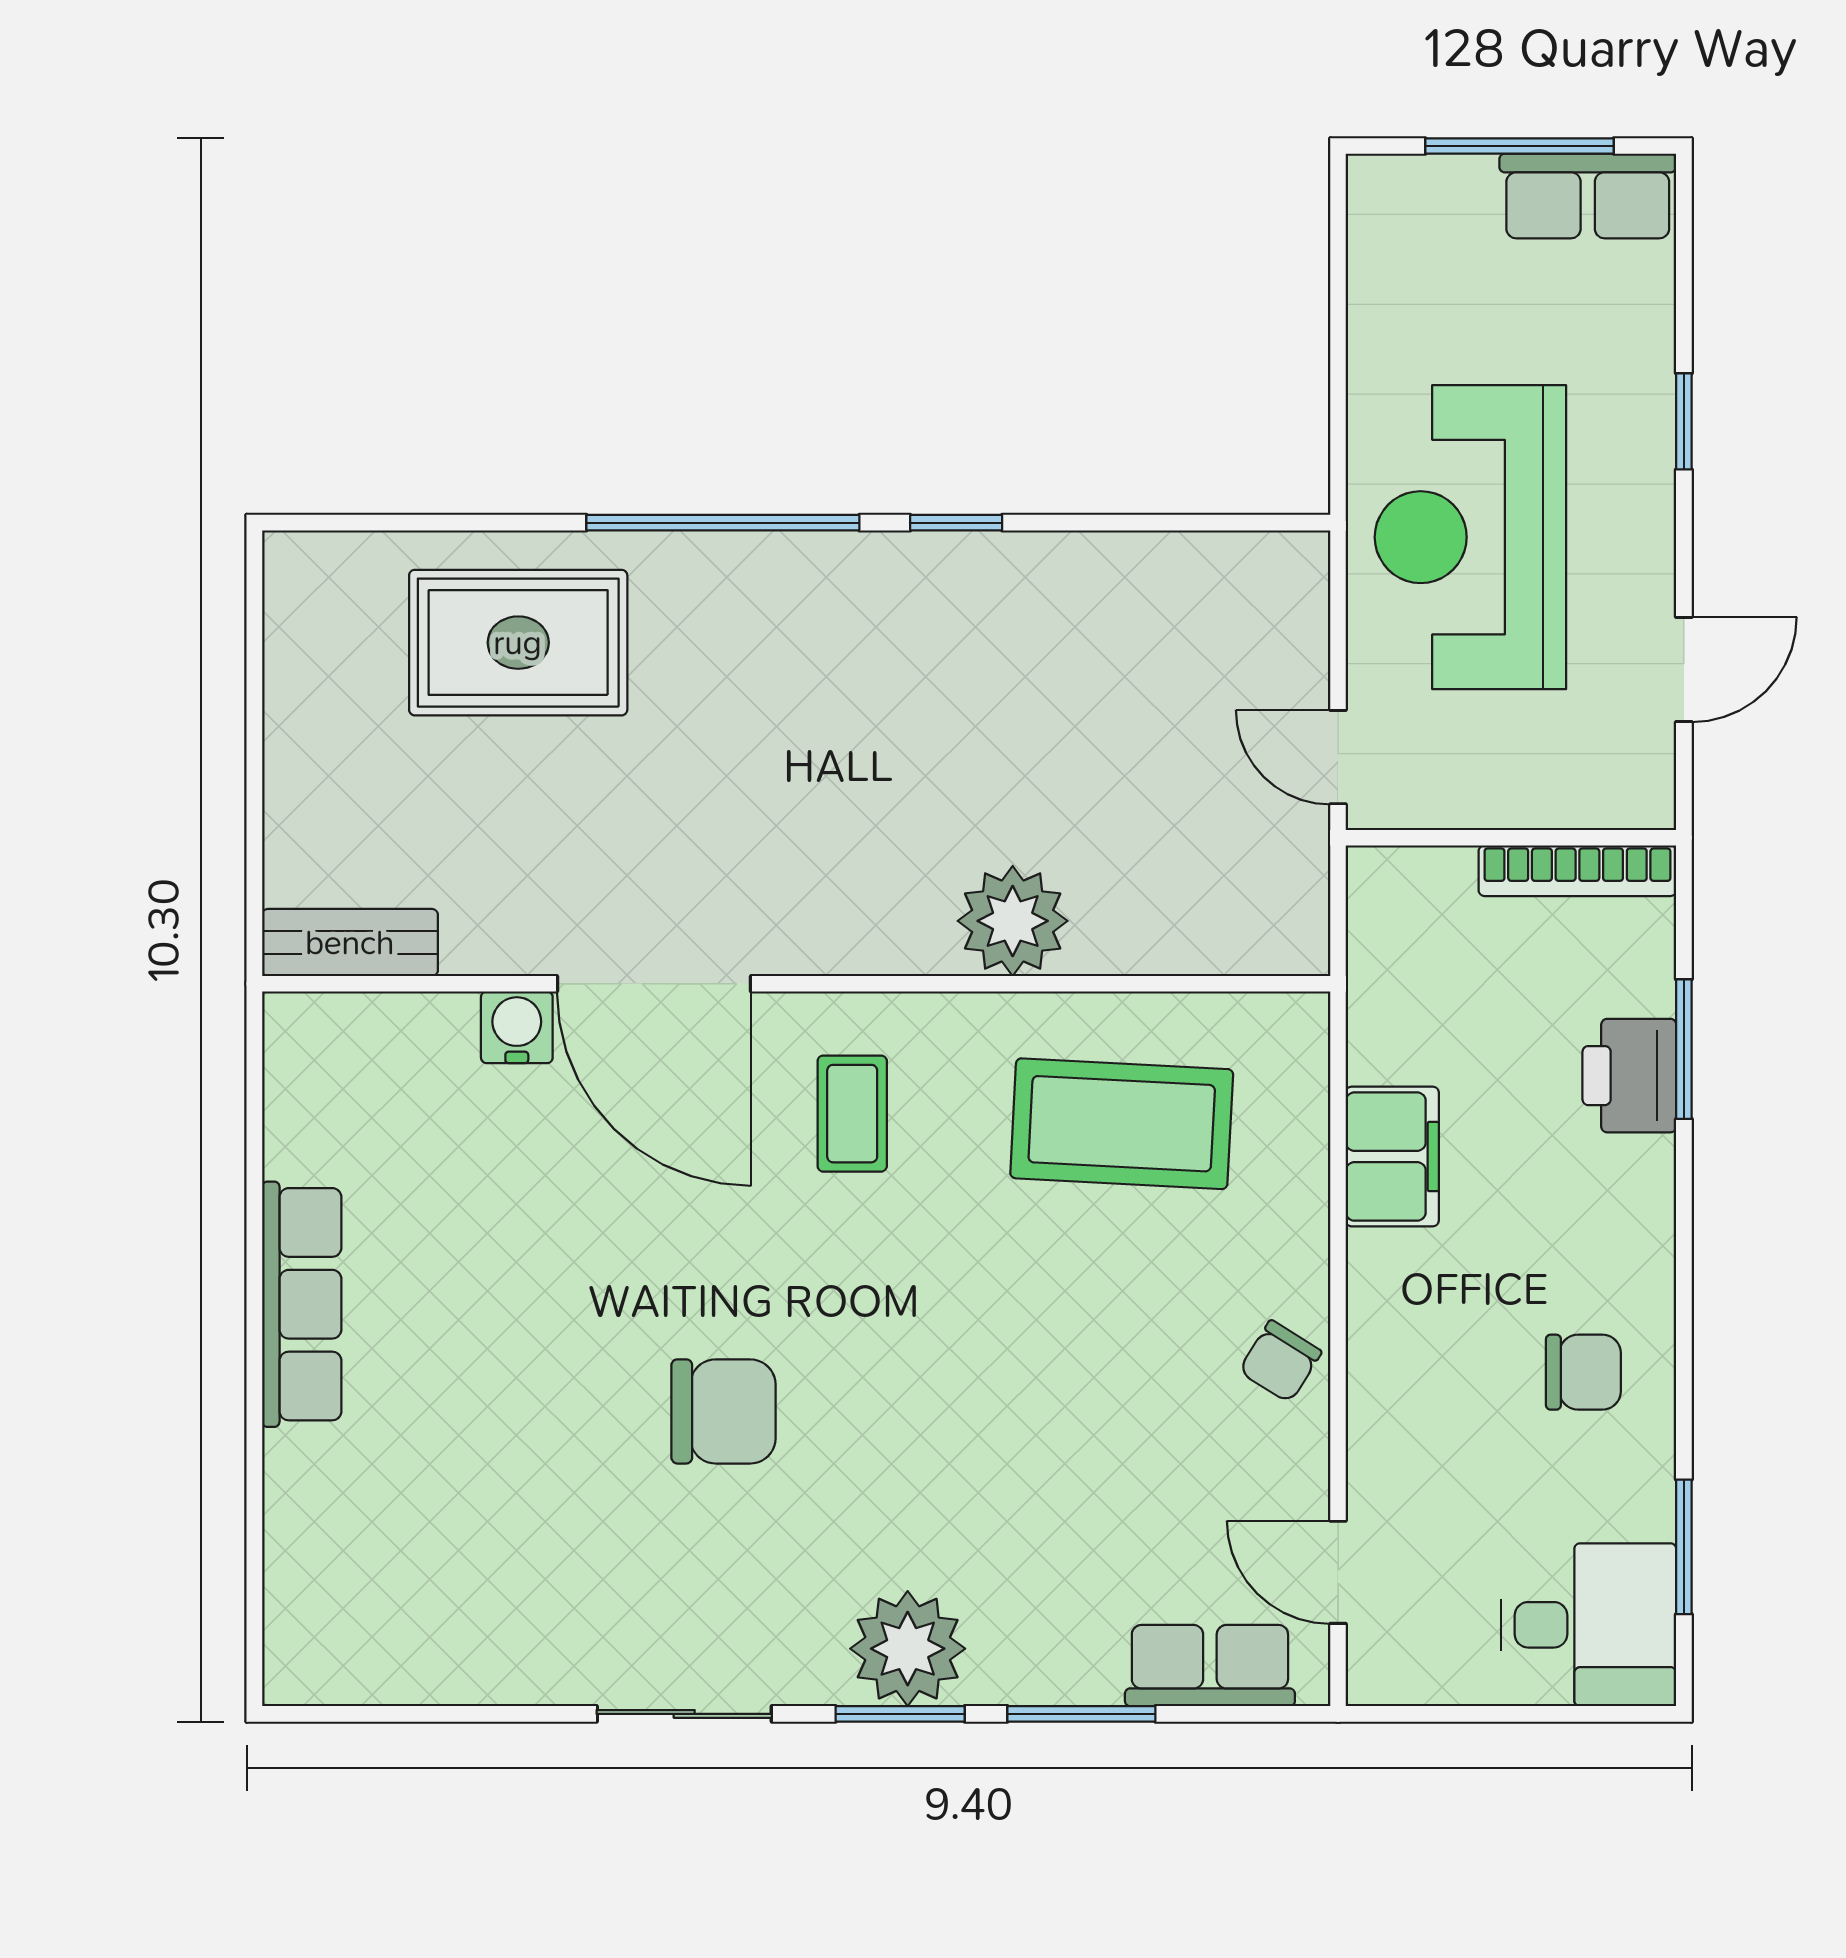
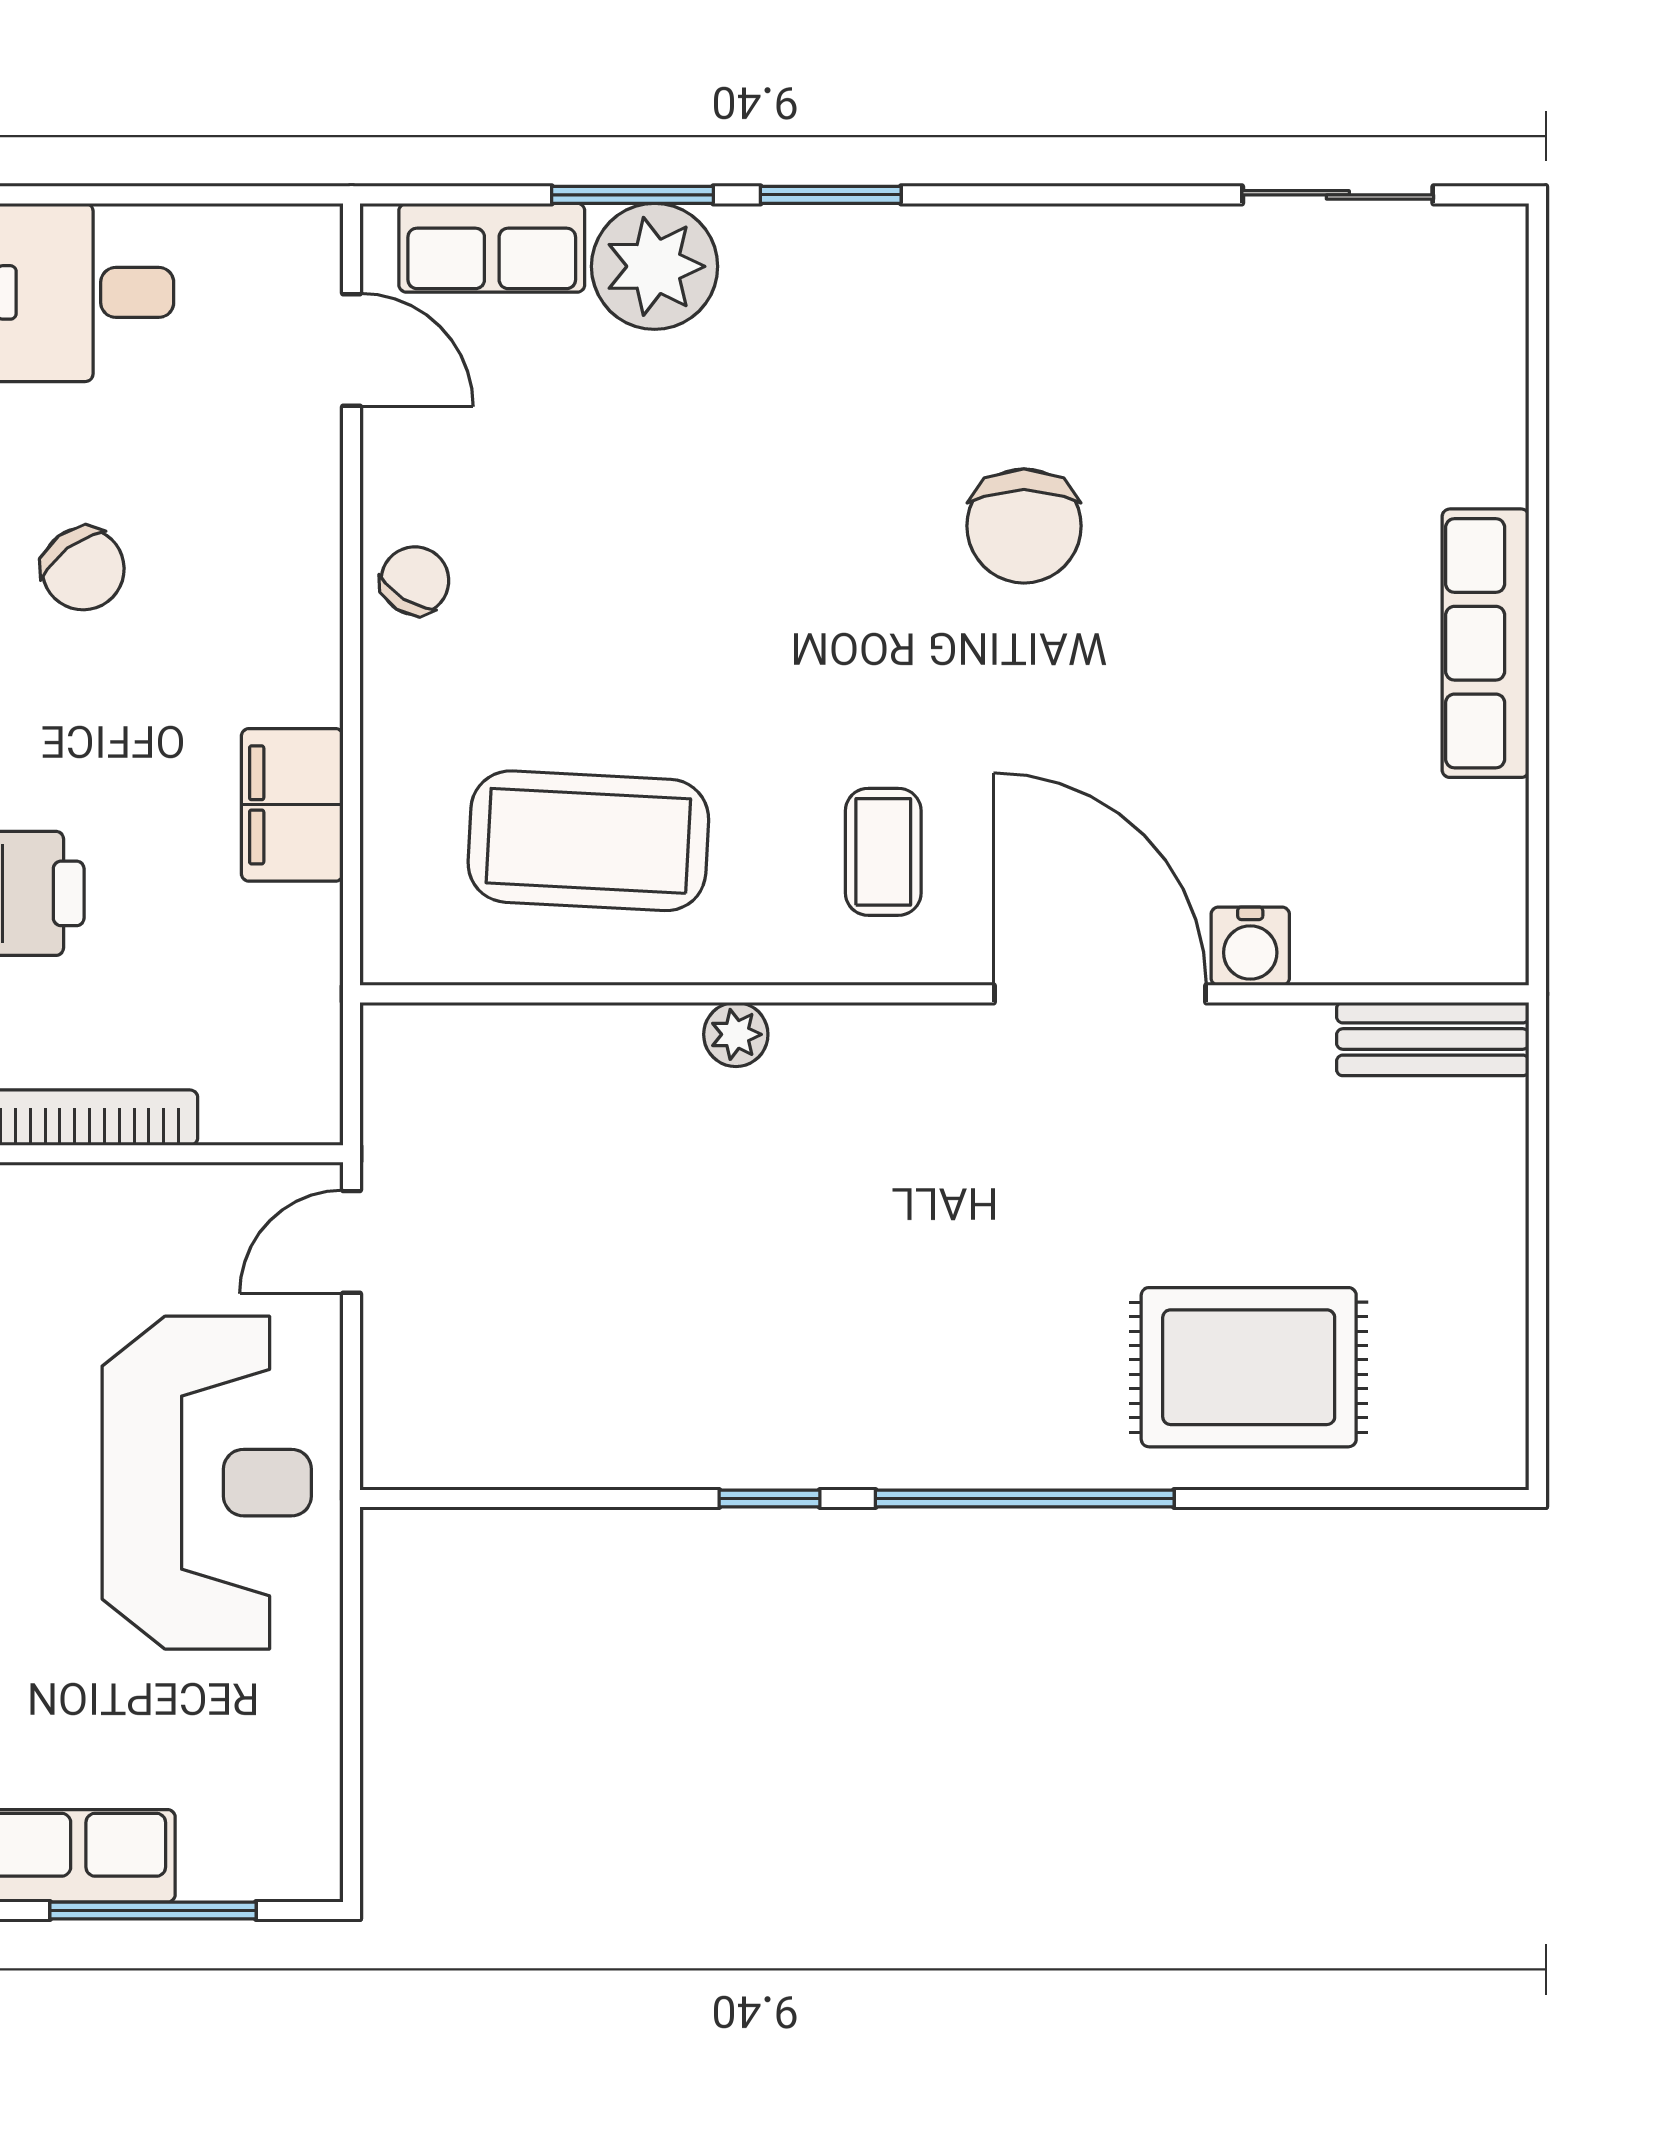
door: (1338, 757) -> (352, 1242), swing flipped
plant: (1013, 921) -> (736, 1034), width x0.53, depth x0.53
chair: (1583, 1372) -> (83, 569), turned -127
chair: (724, 1411) -> (1024, 526), turned -90
plant: (908, 1649) -> (655, 266), moved
sliding door: (684, 1714) -> (1338, 195), moved

